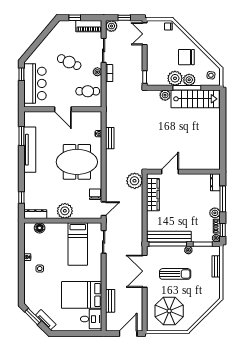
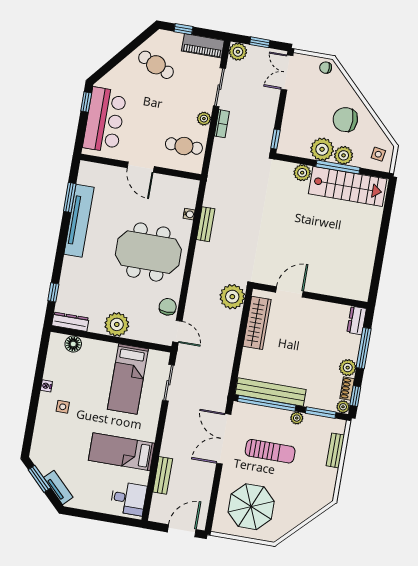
cafe table: (69, 62) -> (156, 65), moved
door: (104, 209) -> (177, 332), hinge flipped
bed: (82, 295) -> (122, 452), width x0.67

